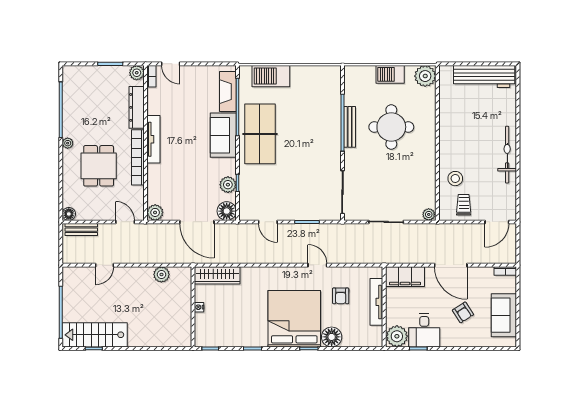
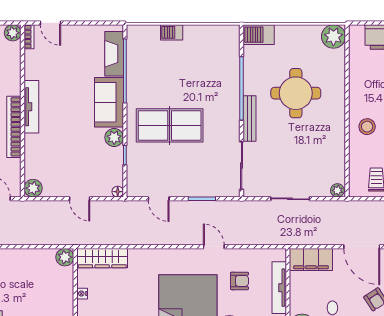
barbecue: (390, 74) -> (259, 35), moved
barbecue: (271, 76) -> (172, 32), width x0.53, depth x0.65
dresser: (137, 107) -> (13, 71), removed
bench: (350, 127) -> (249, 119), moved
table tennis table: (260, 134) -> (170, 125), moved, turned 90
stool: (455, 179) -> (367, 127), moved
plant: (228, 185) -> (114, 137), moved
floor lamp: (227, 211) -> (118, 192), width x0.53, depth x0.53
door: (197, 222) -> (80, 199), width x0.53
plant: (161, 275) -> (65, 257), moved
armchair: (341, 296) -> (239, 281), turned -90

